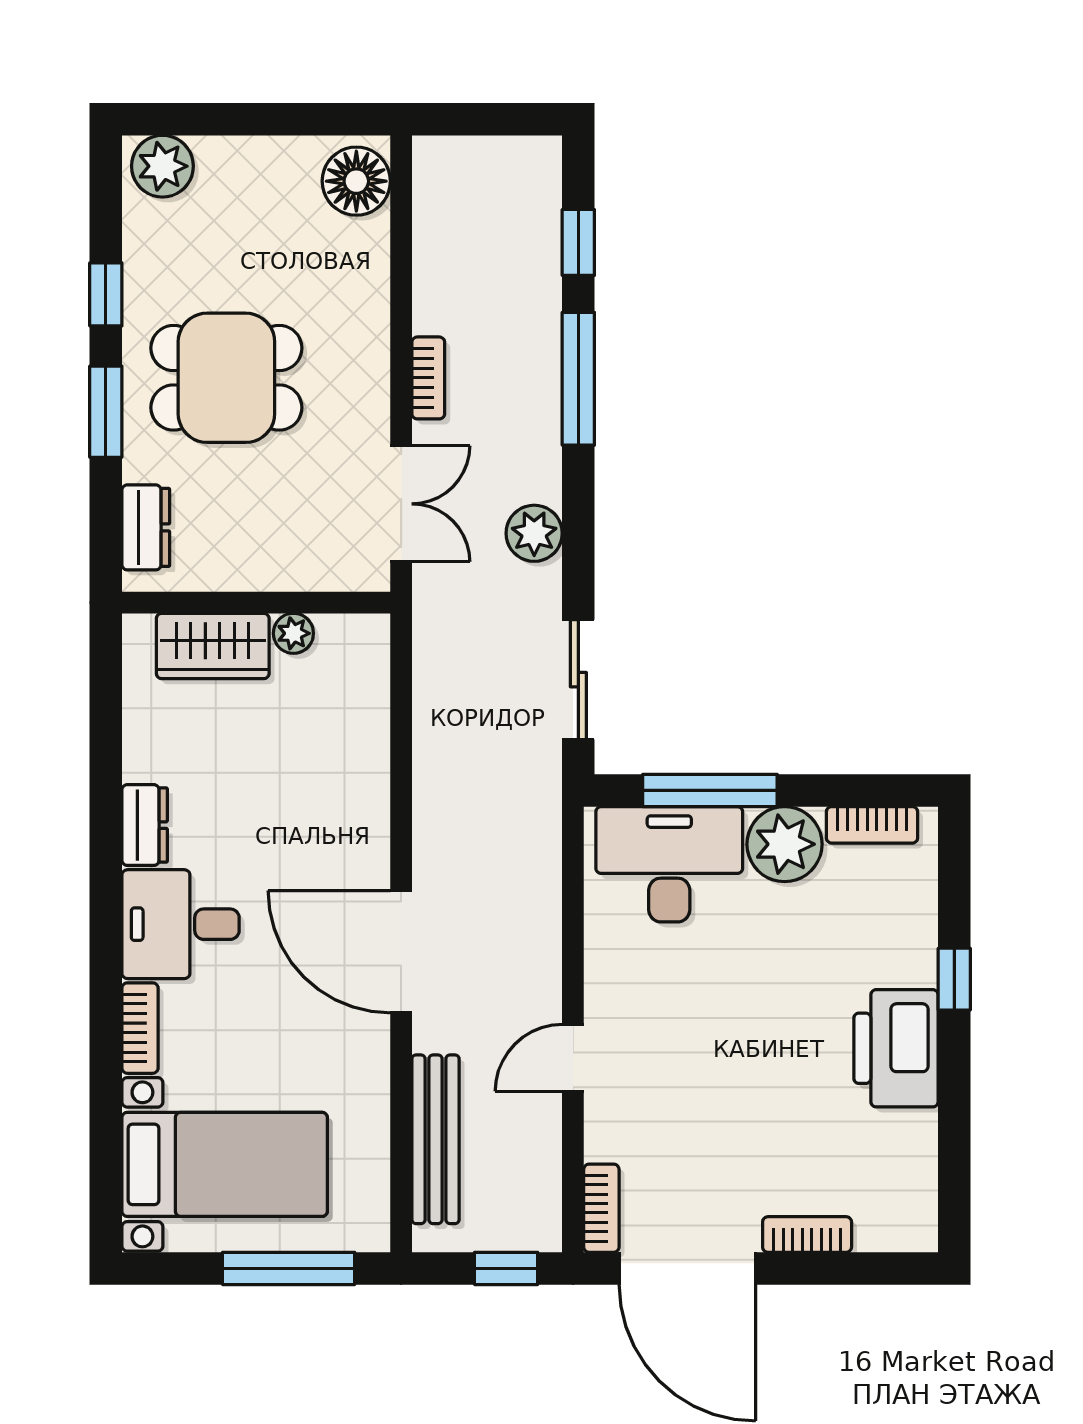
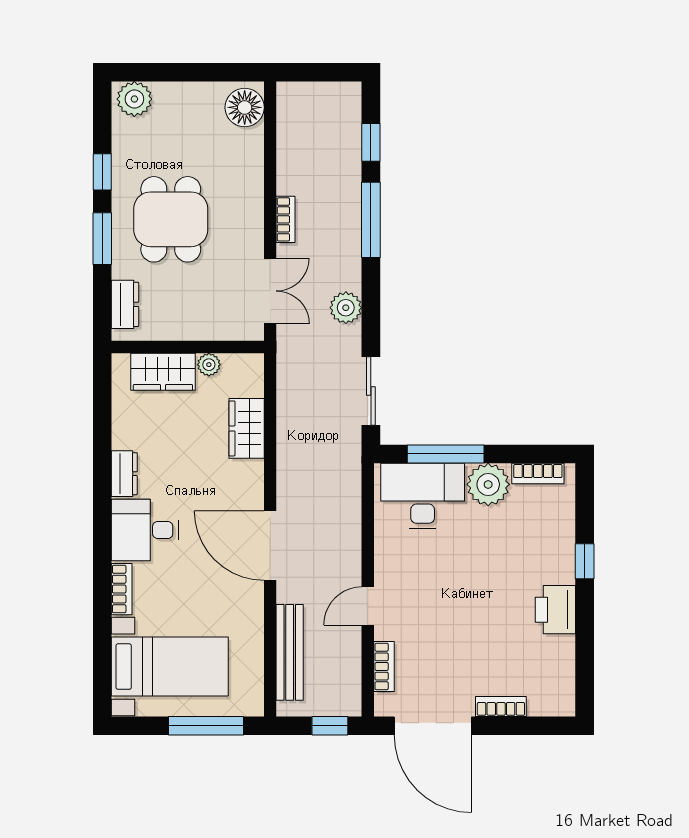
dining table: (226, 378) -> (171, 219), turned 90
wardrobe: (360, 746) -> (247, 428), added
printer: (896, 1048) -> (555, 610), width x0.73, depth x0.84
bookcase: (601, 1208) -> (384, 666), moved

